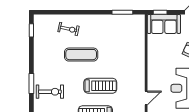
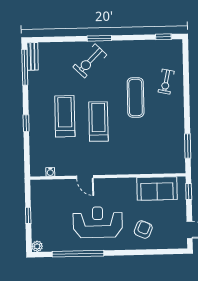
sofa: (164, 24) -> (157, 189), moved, turned -90
treadmill: (100, 86) -> (98, 121), turned 180
exercise bike: (50, 92) -> (90, 61), turned 45

